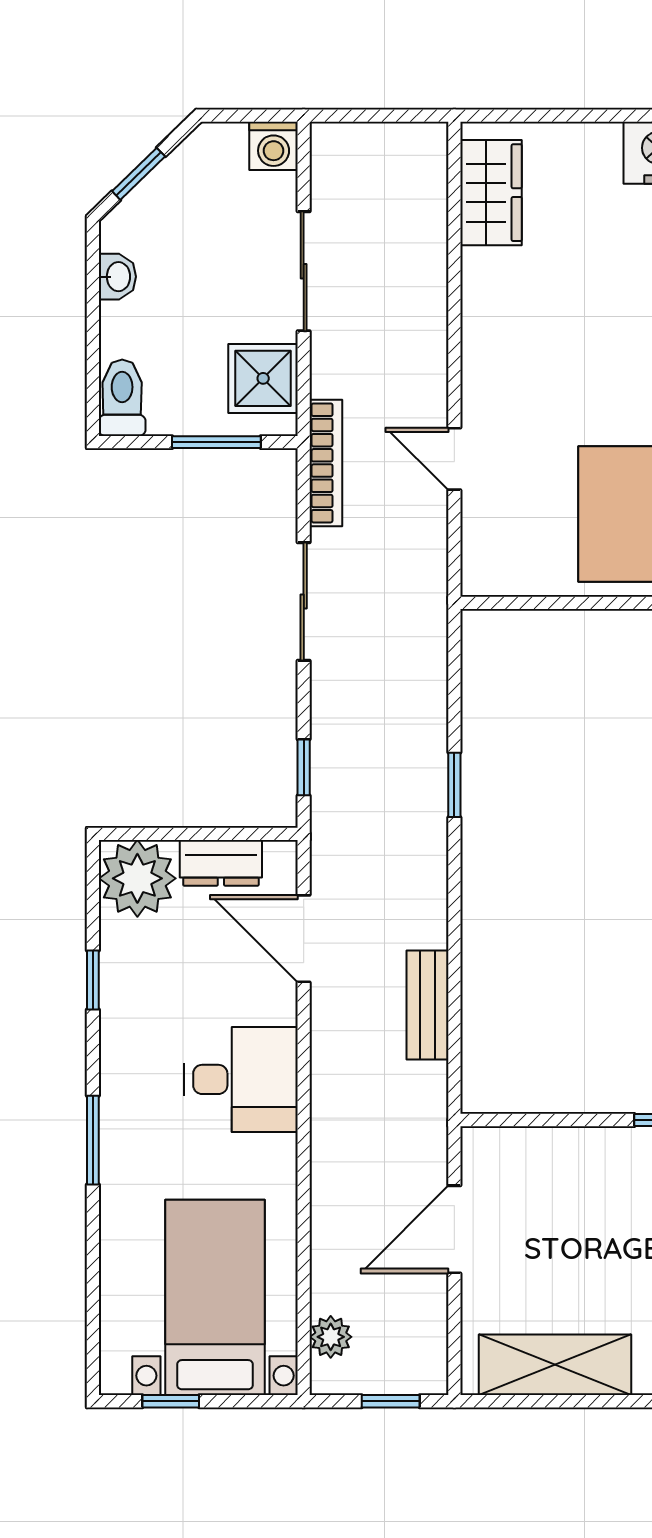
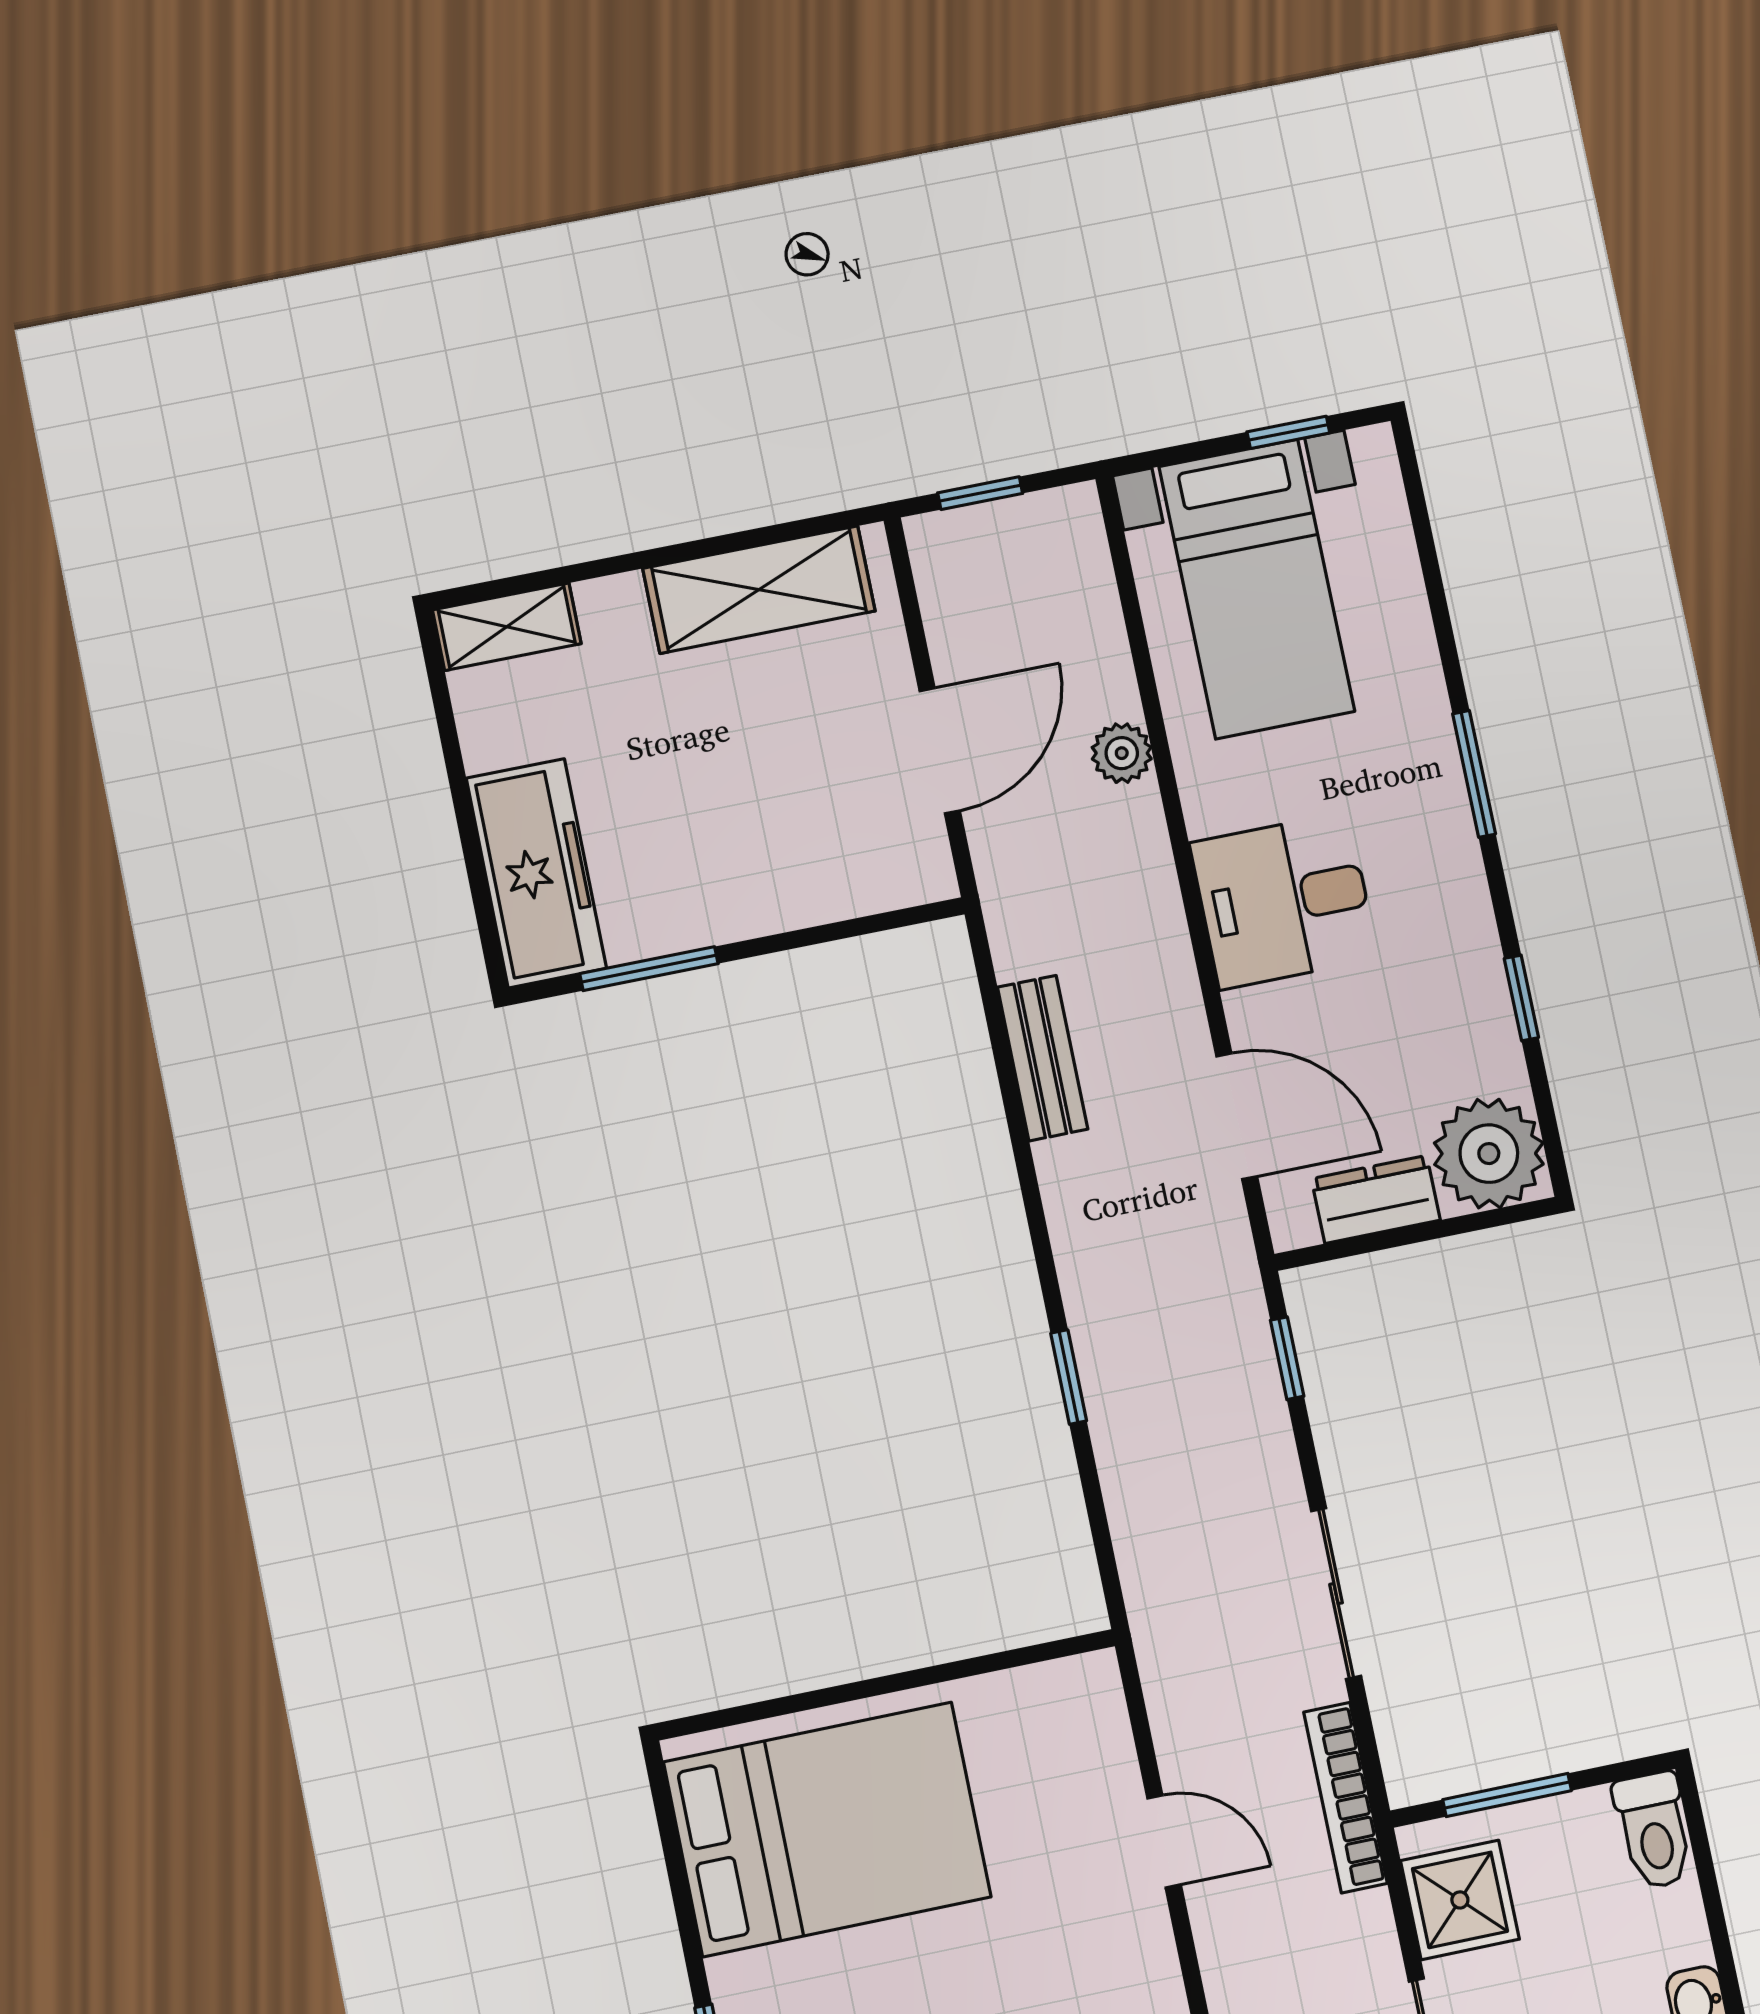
plant: (331, 1337) -> (1122, 753), moved

